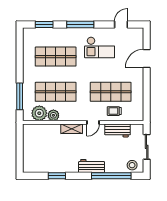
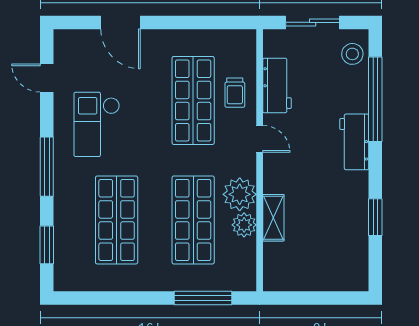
checkout: (100, 47) -> (97, 124), turned 180
plant: (39, 113) -> (240, 194), moved
shelving: (72, 129) -> (273, 218), moved

